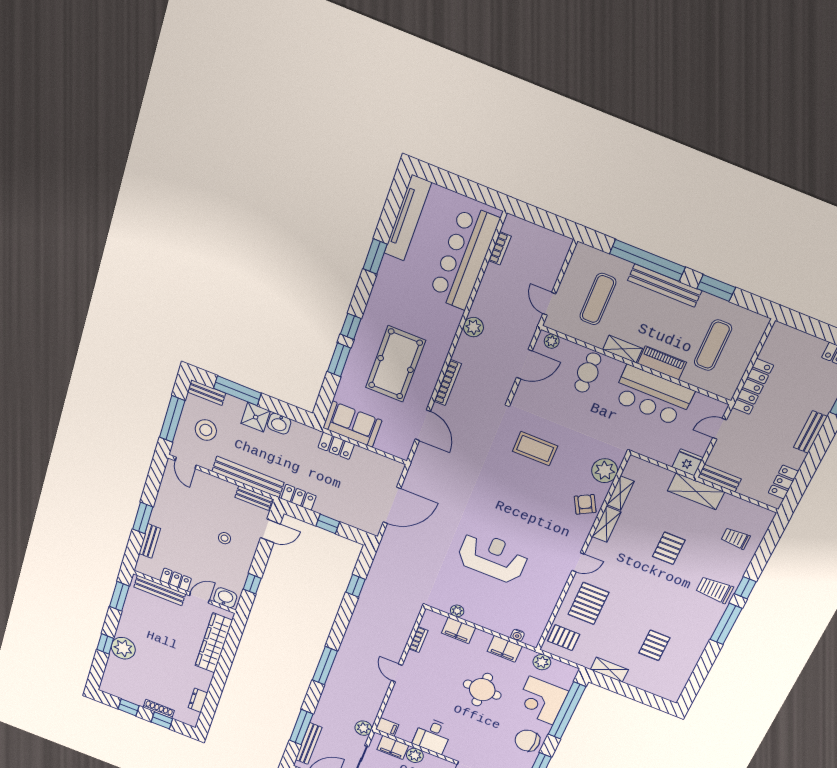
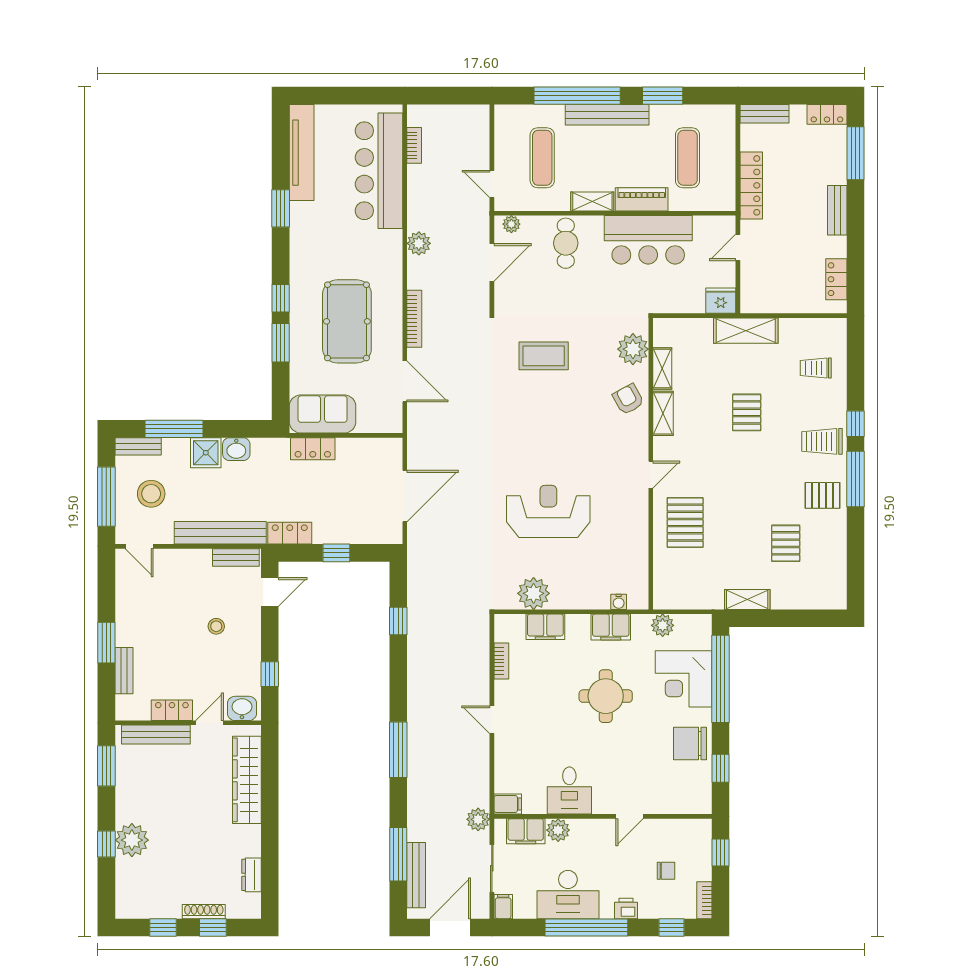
bench: (720, 478) -> (764, 114), moved
plant: (457, 611) -> (534, 593), width x1.88, depth x1.88
pallet: (564, 638) -> (823, 495), moved

